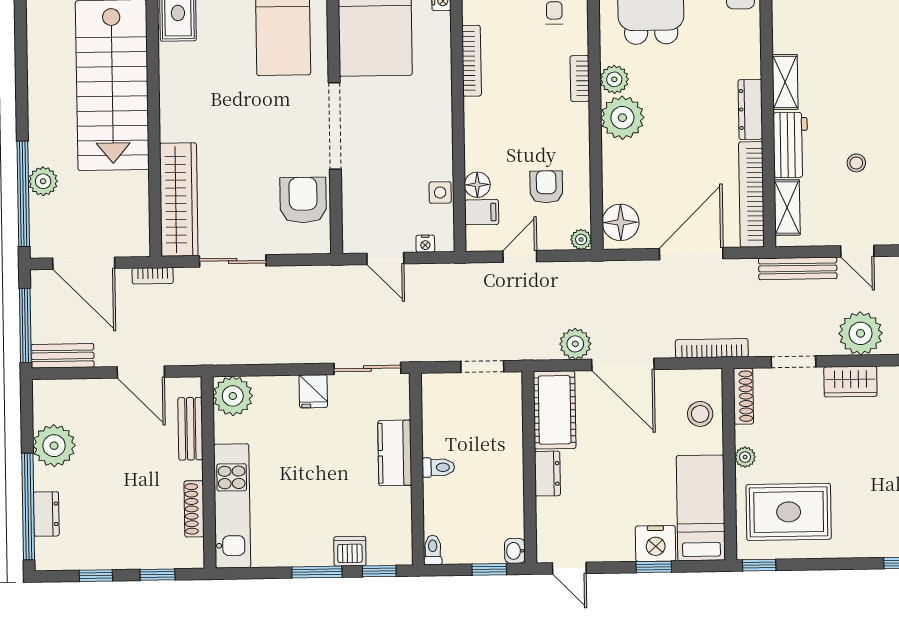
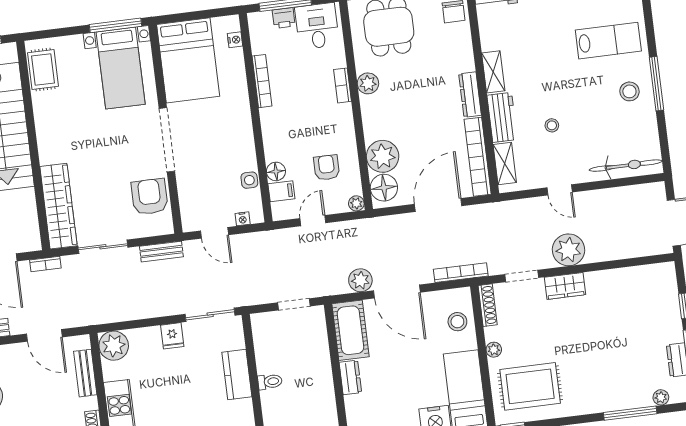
plant: (622, 118) -> (383, 156), moved
bench: (798, 268) -> (161, 252), moved, width x0.73

